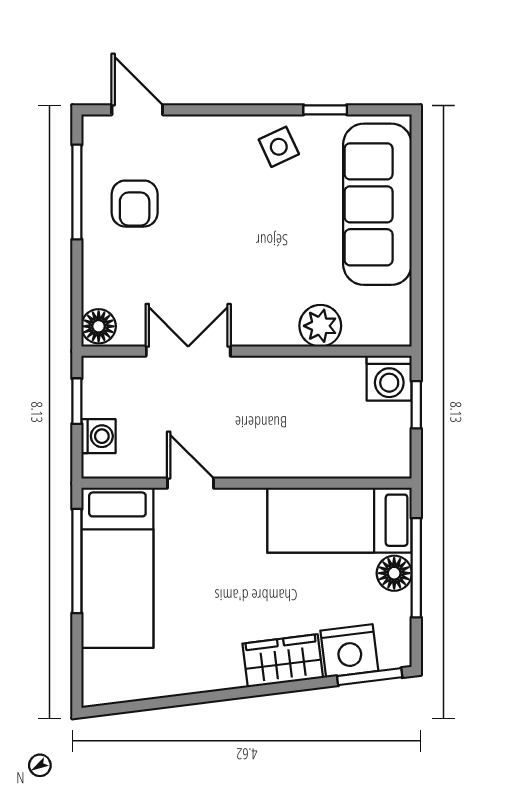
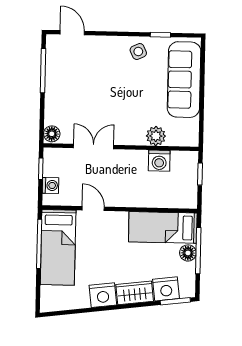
armchair: (135, 204) -> (70, 77), removed
washing machine: (389, 378) -> (159, 161), moved
nightstand: (215, 667) -> (103, 295), added

